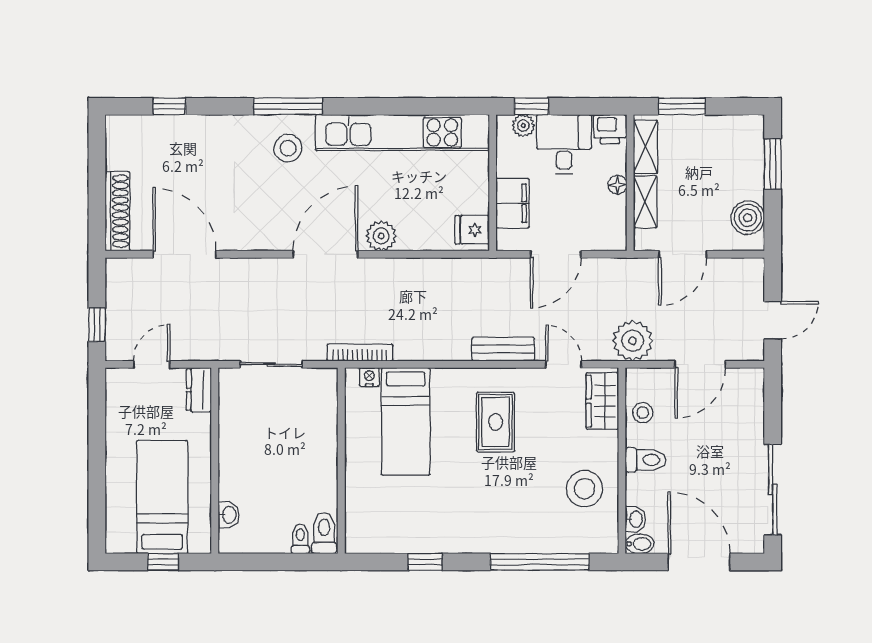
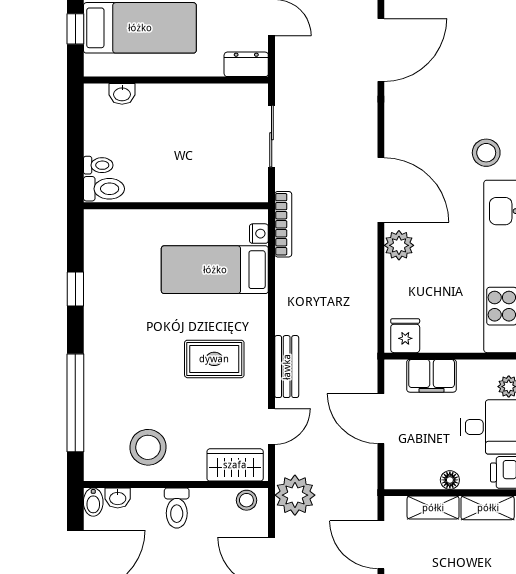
stool: (643, 413) -> (246, 500), moved

